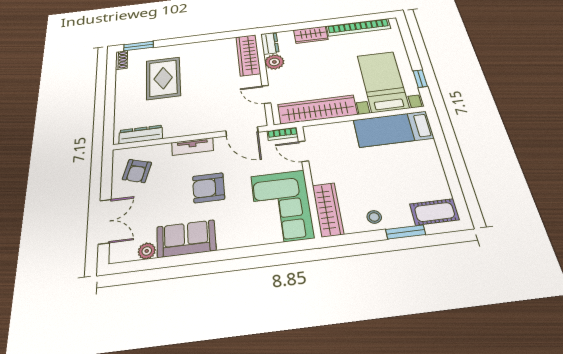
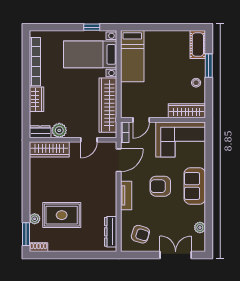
plant: (158, 52) -> (35, 219), added
armchair: (209, 188) -> (160, 186), turned 90
sofa: (186, 239) -> (195, 186), moved

